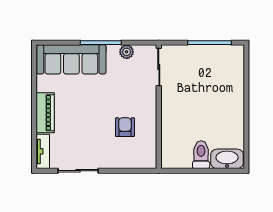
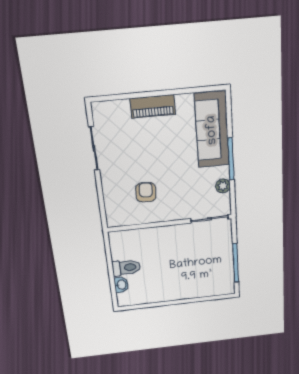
armchair: (125, 127) -> (146, 192), turned -87
tv unit: (43, 151) -> (110, 108), removed
washbasin: (227, 159) -> (121, 285), width x0.52, depth x0.69

